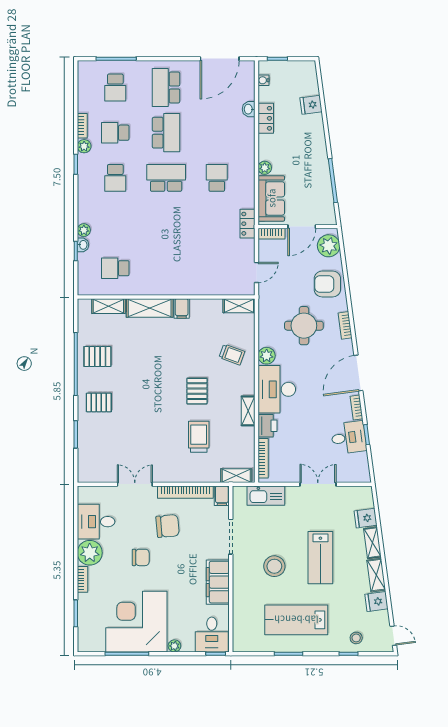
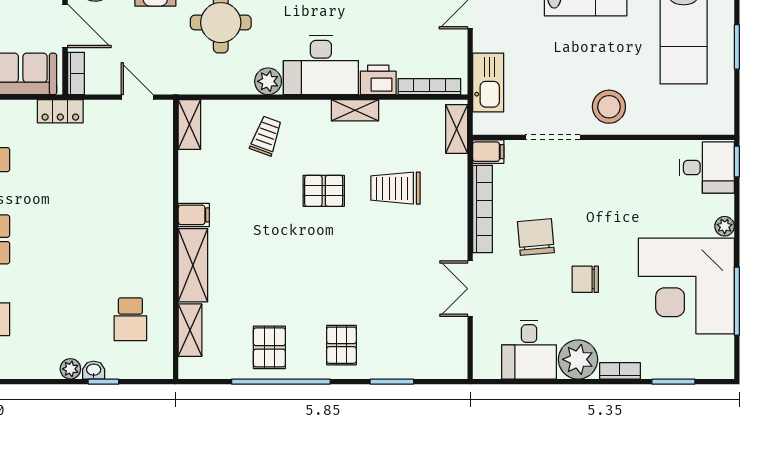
chair: (141, 557) -> (585, 279), turned -90
stool: (274, 566) -> (609, 107), moved
filing cabinet: (218, 582) -> (624, 158), removed

